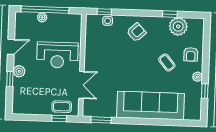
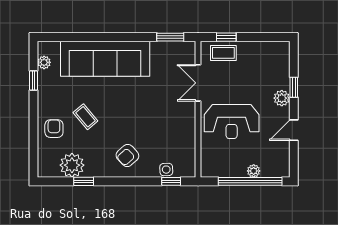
reception desk: (57, 55) -> (232, 122), turned 180
plant: (197, 77) -> (44, 62), moved

